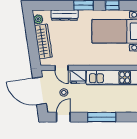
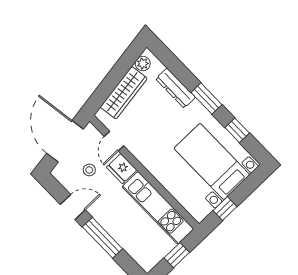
door: (63, 117) -> (73, 207), moved

